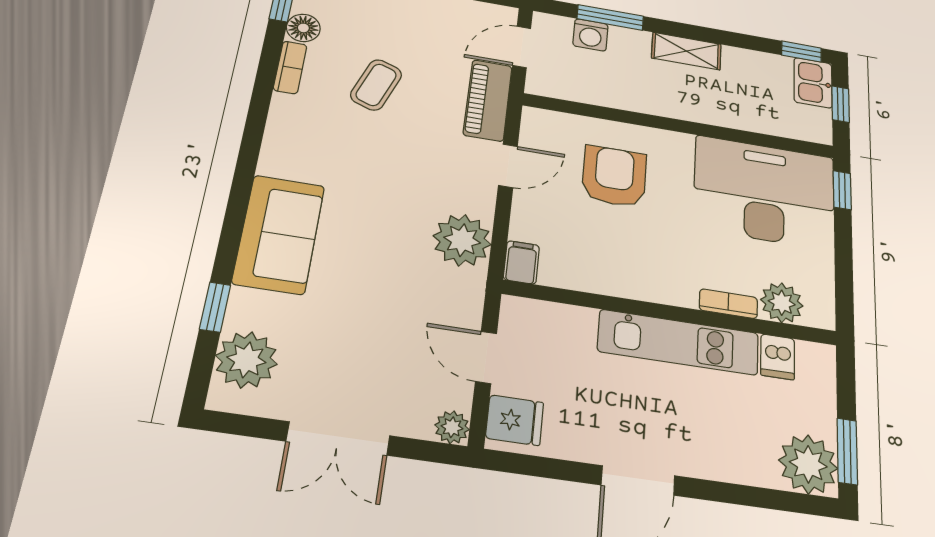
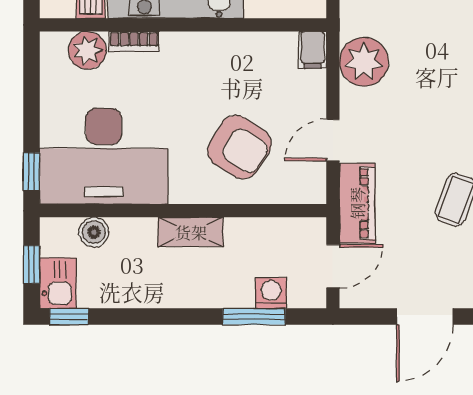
shelving: (686, 51) -> (191, 232), moved
boiler: (776, 122) -> (94, 232), added
armchair: (614, 176) -> (239, 147), turned -58

